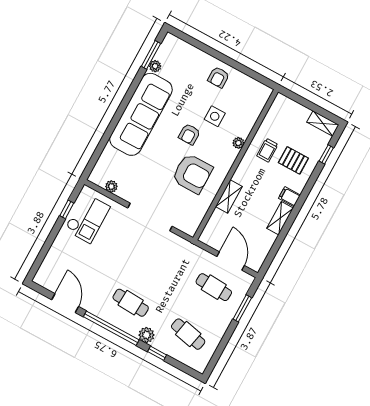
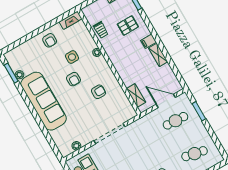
fireplace: (258, 88) -> (71, 20), added
trolley: (267, 150) -> (101, 30), moved
armchair: (192, 174) -> (98, 92), width x0.53, depth x0.53
shelving: (229, 196) -> (136, 95), moved

